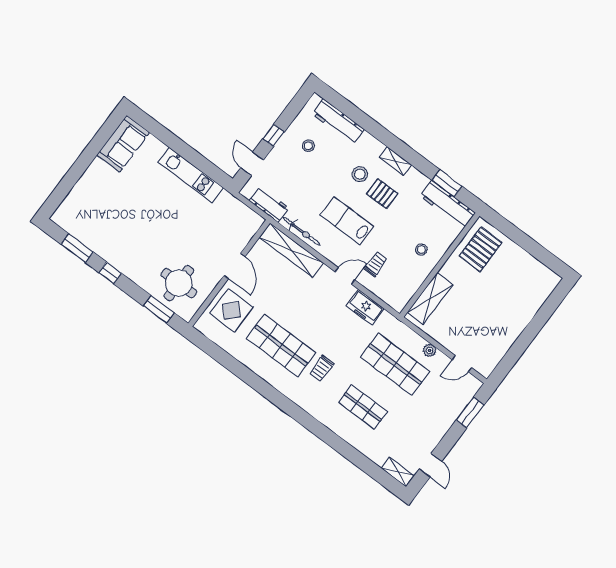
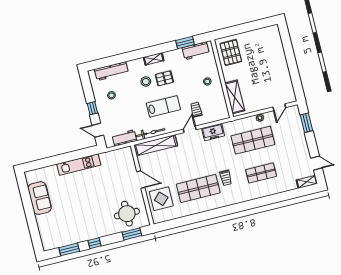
sofa: (123, 144) -> (40, 198), moved
workbench: (448, 205) -> (196, 51), width x0.73
lab bench: (347, 221) -> (163, 106), turned 180

